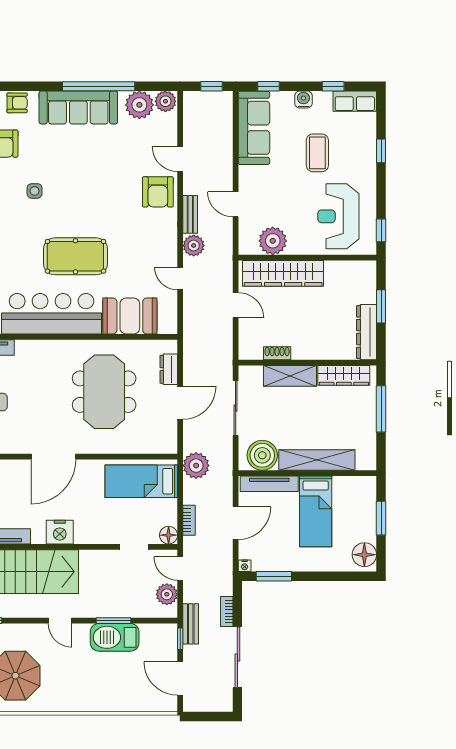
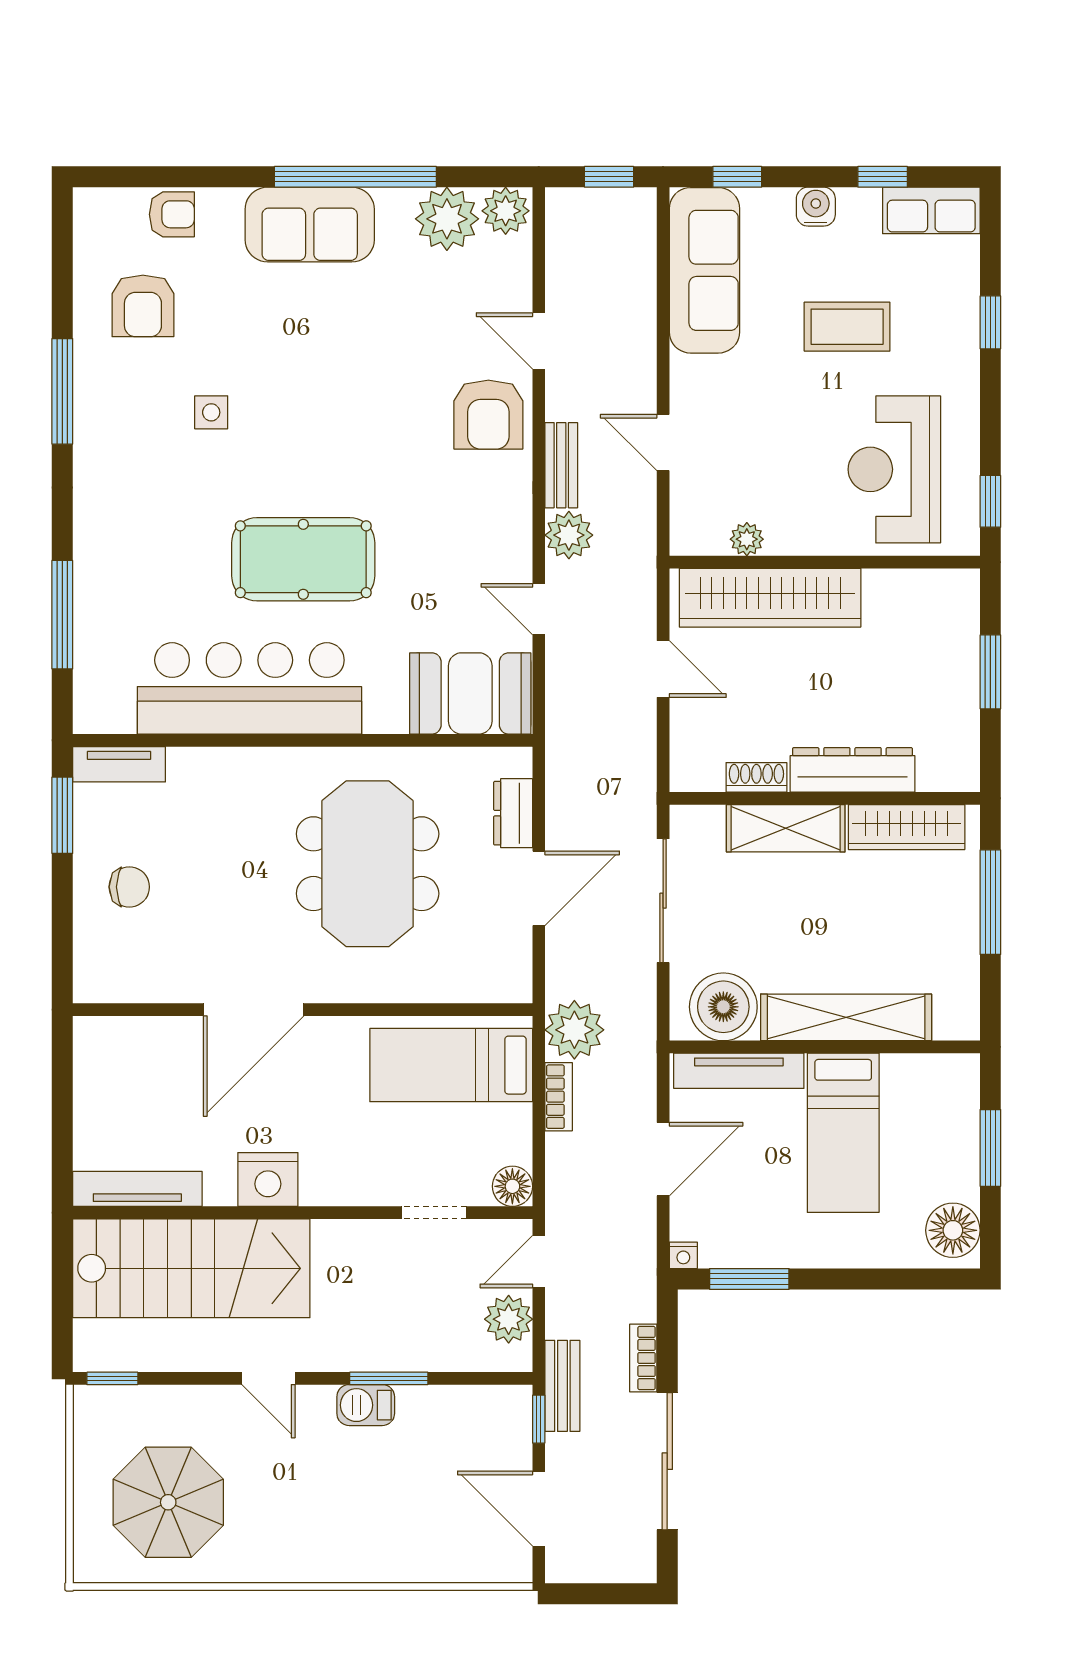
sofa: (78, 107) -> (310, 225), width x0.73
coffee table: (317, 153) -> (847, 327), turned 90
plant: (273, 241) -> (747, 539), width x0.53, depth x0.53
booth: (130, 316) -> (470, 693), moved
dresser: (367, 332) -> (852, 770), moved, turned 90
bookcase: (189, 520) -> (559, 1097), moved
door: (180, 569) -> (539, 1262), hinge flipped
barbecue: (115, 637) -> (366, 1405), width x0.53, depth x0.65

